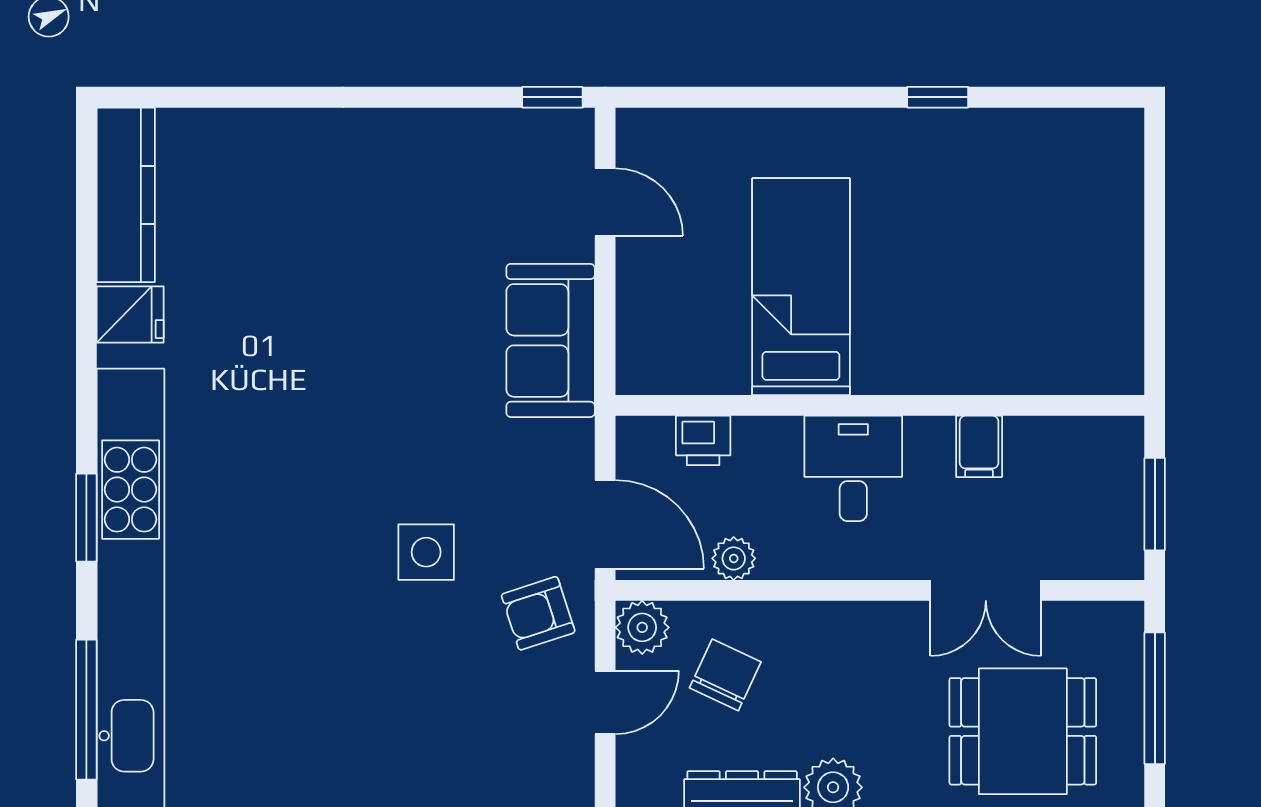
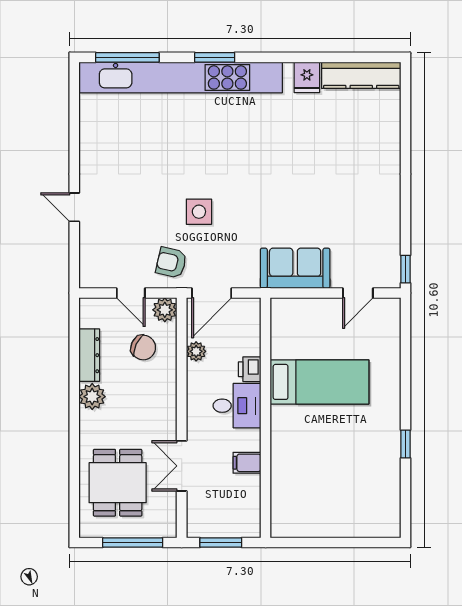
printer: (703, 440) -> (250, 369), moved
armchair: (538, 613) -> (171, 263), turned -59

